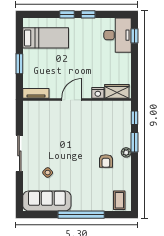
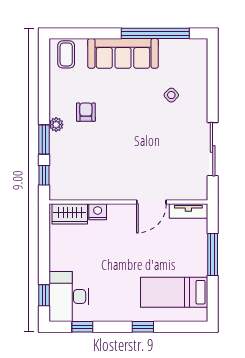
window: (88, 14) -> (82, 327), moved
window: (19, 64) -> (213, 255), width x1.44
door: (72, 100) -> (151, 202), moved
sliding door: (19, 153) -> (213, 149), moved
sofa: (47, 201) -> (123, 53), moved
window: (81, 215) -> (155, 33), moved

